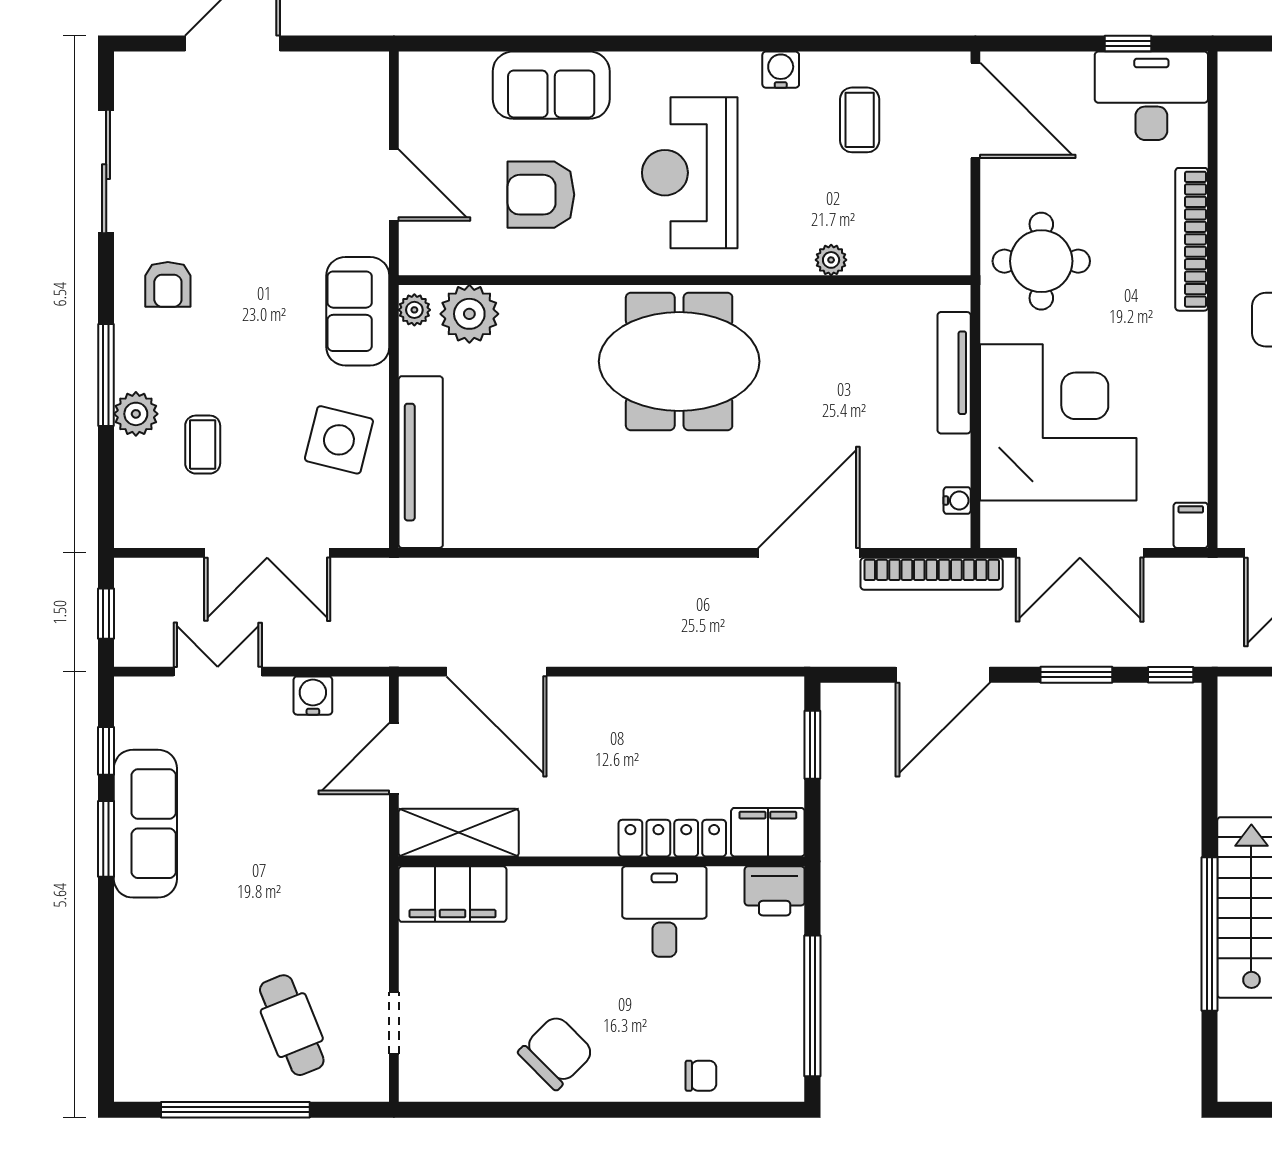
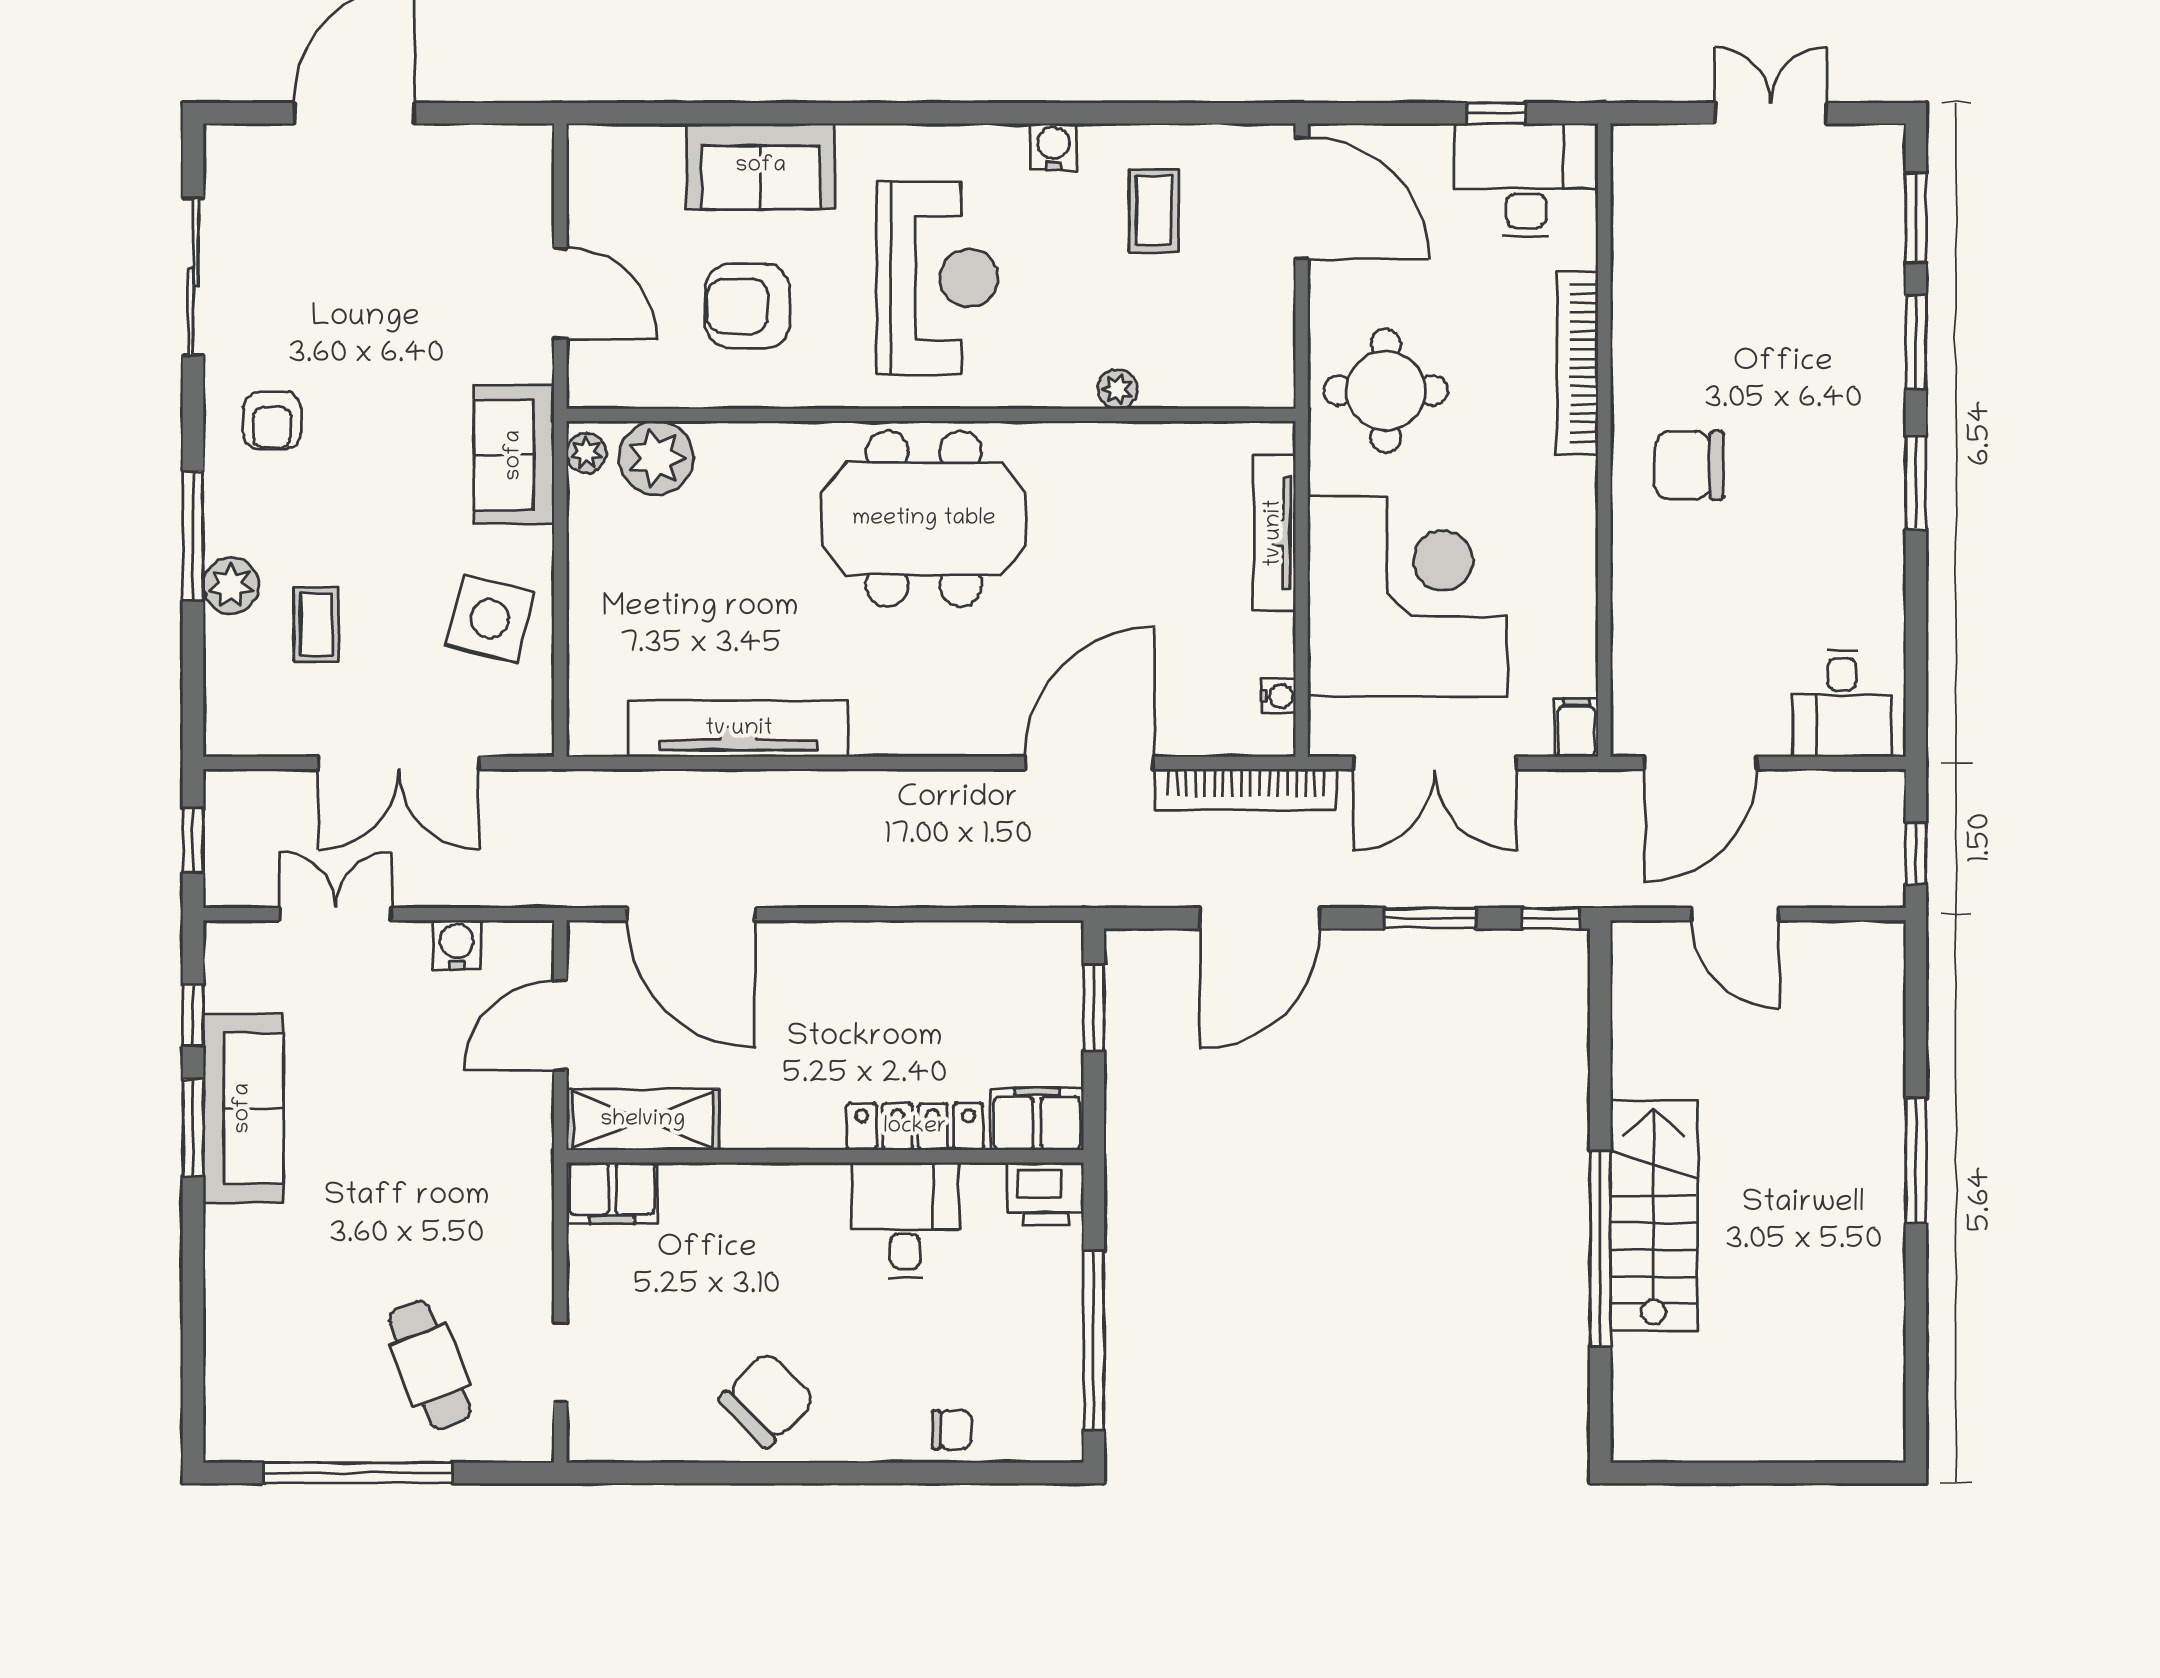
reception desk: (690, 173) -> (937, 278), turned 180
tv unit: (421, 462) -> (739, 729), moved, turned -90
filing cabinet: (453, 894) -> (612, 1193), width x0.67, depth x0.86

